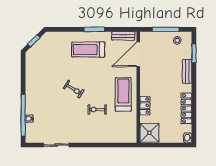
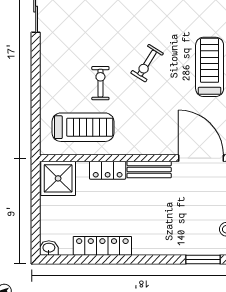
bench: (187, 71) -> (149, 170), moved
exercise bike: (74, 89) -> (147, 63), moved
treadmill: (123, 94) -> (83, 127), moved

